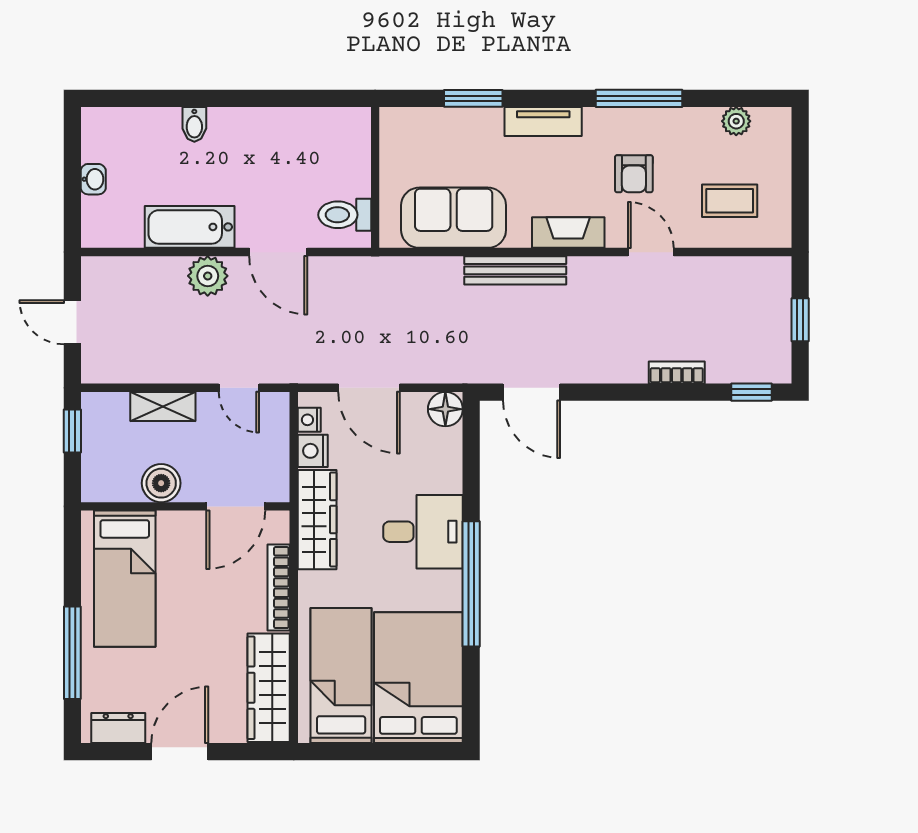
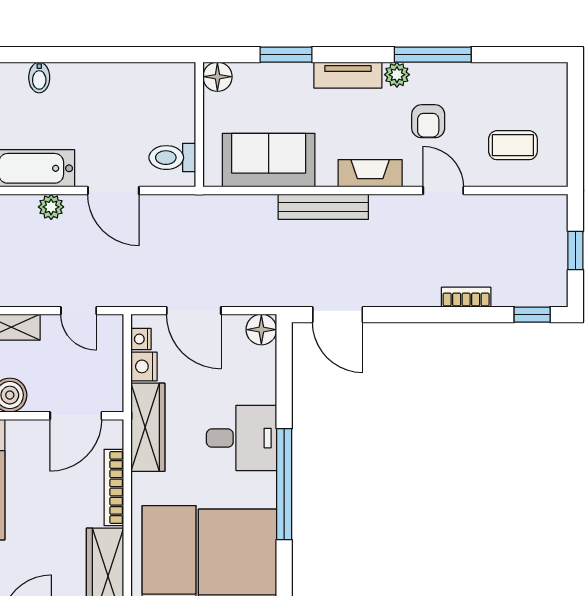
plant: (736, 121) -> (397, 75), moved
floor lamp: (396, 123) -> (217, 77), added
plant: (208, 276) -> (51, 207), width x0.73, depth x0.73

